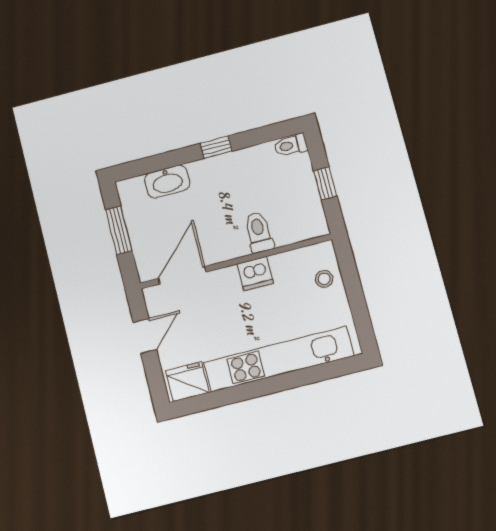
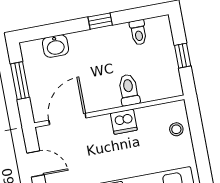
toilet: (291, 145) -> (138, 32), moved, turned -90
washbasin: (167, 182) -> (55, 46), width x0.72
door: (145, 336) -> (35, 164), hinge flipped

